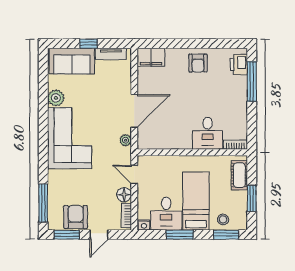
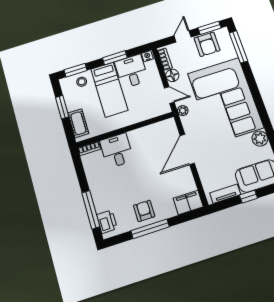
window: (197, 44) -> (150, 229), added
corner sofa: (70, 138) -> (225, 100), width x1.36, depth x1.36
plant: (126, 140) -> (183, 111), moved

